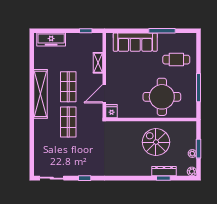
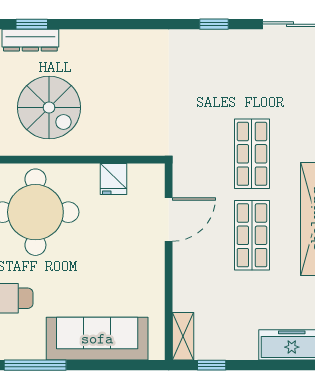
shelving: (98, 63) -> (183, 336), moved
fridge: (112, 111) -> (113, 179), moved

